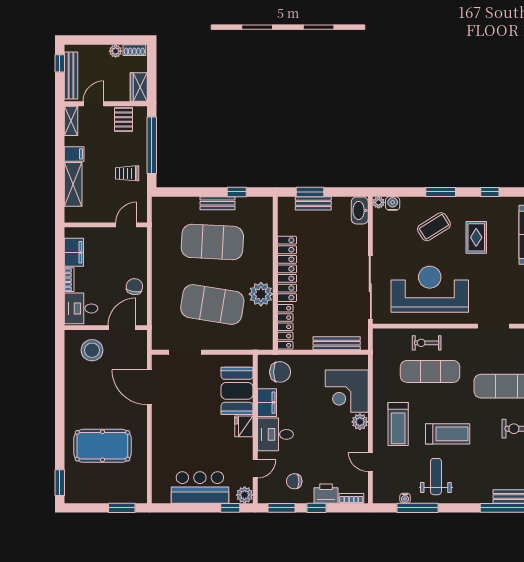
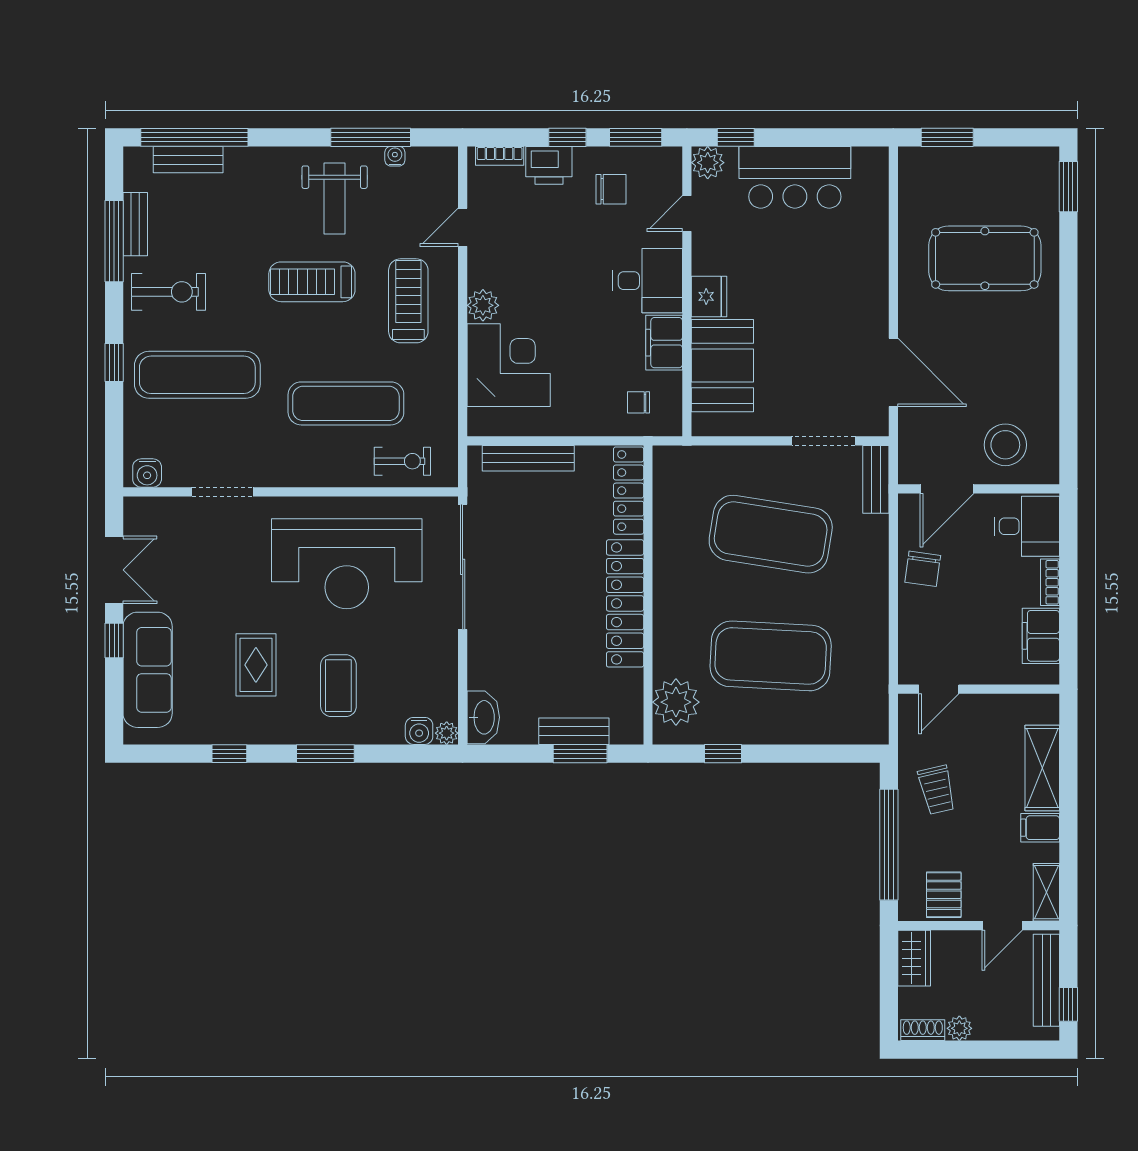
trolley: (127, 173) -> (937, 790), turned 77
bench: (218, 203) -> (876, 479), moved, turned 90
coffee table: (434, 227) -> (338, 686), turned -58
plant: (261, 294) -> (676, 702), moved
exercise bike: (427, 343) -> (402, 461), moved
chair: (280, 372) -> (638, 402), width x0.54, depth x0.54
door: (370, 462) -> (463, 227), swing flipped

